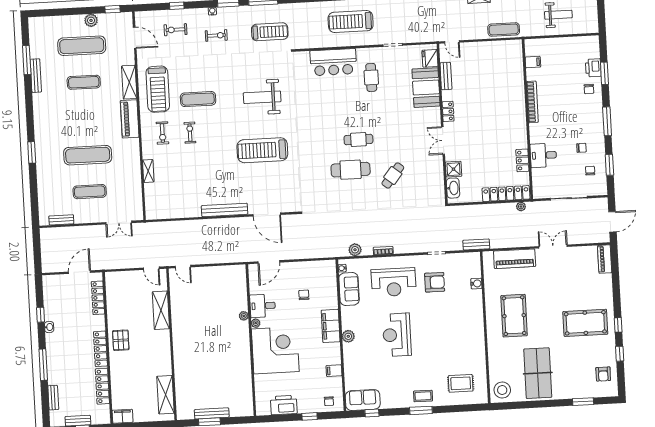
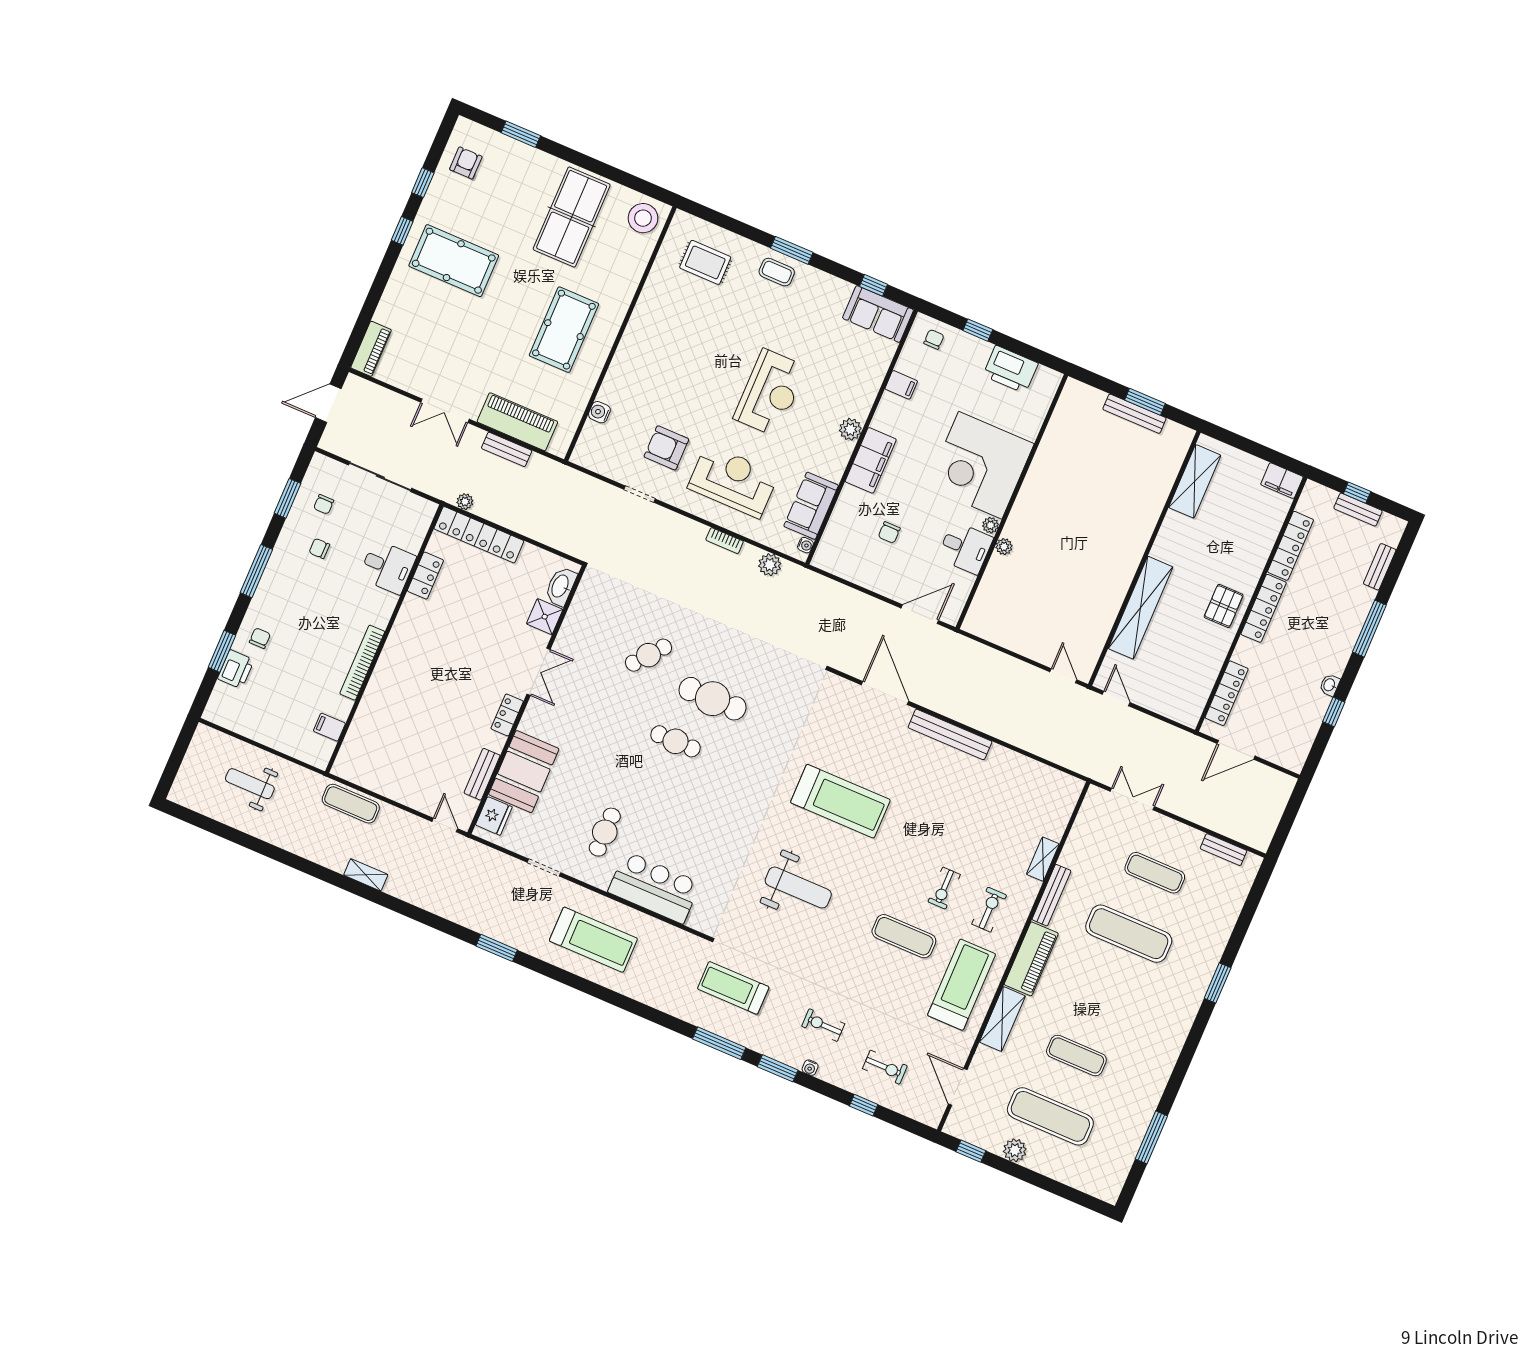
bench: (36, 76) -> (1051, 895), moved
bench: (476, 244) -> (507, 449), moved
shelving: (161, 310) -> (1141, 608), width x1.47

